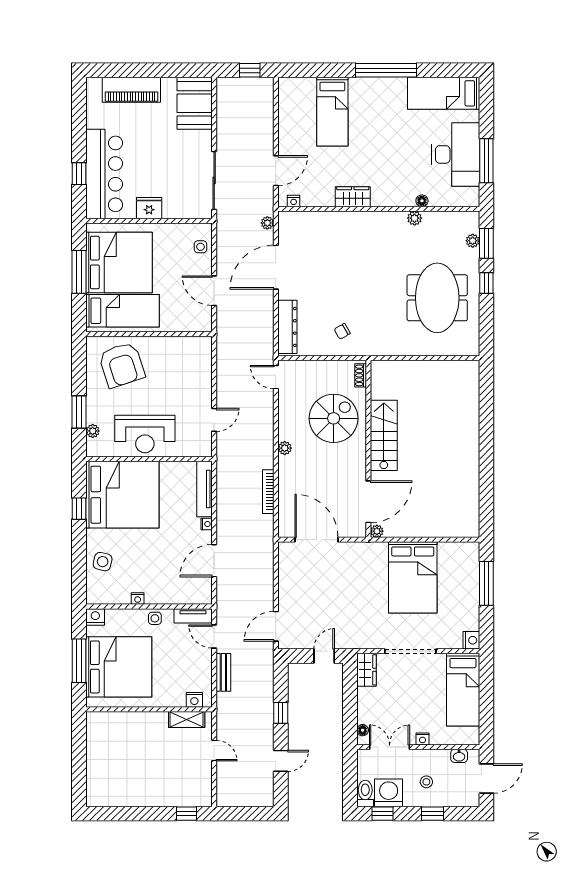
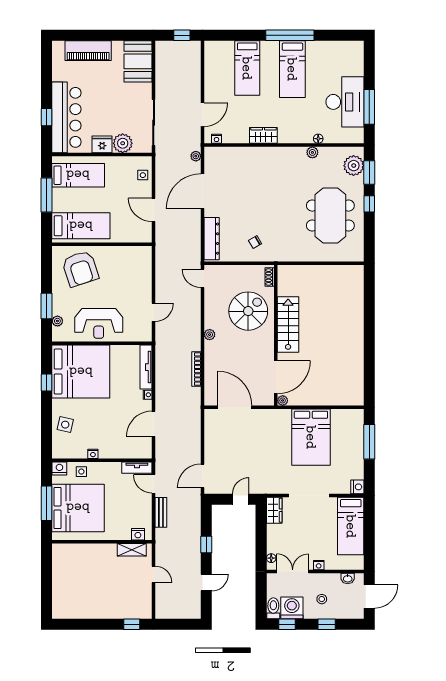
bed: (444, 93) -> (292, 69), moved, turned -90
plant: (175, 207) -> (123, 143), added
plant: (473, 241) -> (354, 166), width x1.88, depth x1.88
bed: (119, 262) -> (78, 175), width x0.49
side table: (155, 618) -> (81, 472), moved

